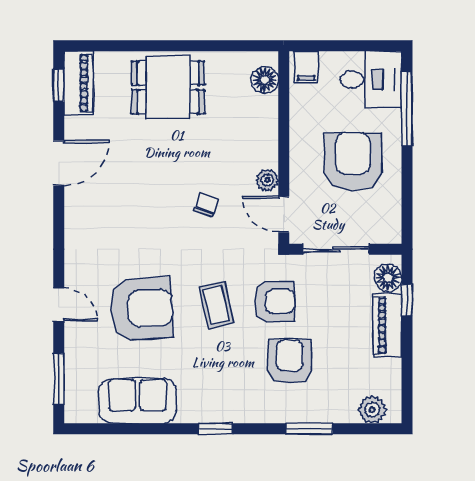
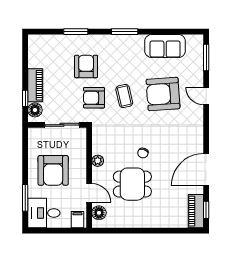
dining table: (168, 88) -> (132, 184), moved
window: (407, 109) -> (25, 198), width x0.69
door: (59, 163) -> (206, 170), width x1.36
chair: (206, 205) -> (143, 153), moved
door: (284, 214) -> (89, 193), moved
armchair: (290, 362) -> (86, 66), turned 180
plant: (372, 410) -> (43, 41), removed
window: (216, 429) -> (125, 32), width x1.50

